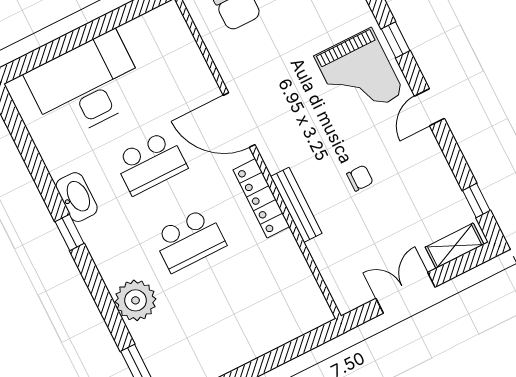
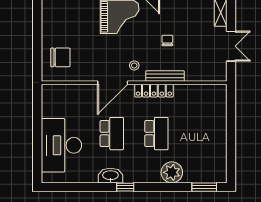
stool: (288, 142) -> (134, 65), added
double door: (405, 293) -> (231, 46), swing flipped

